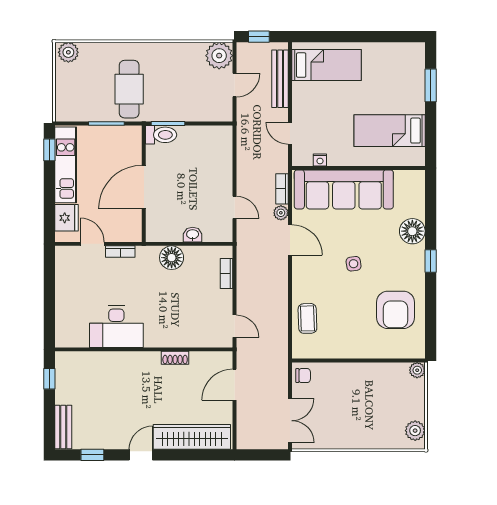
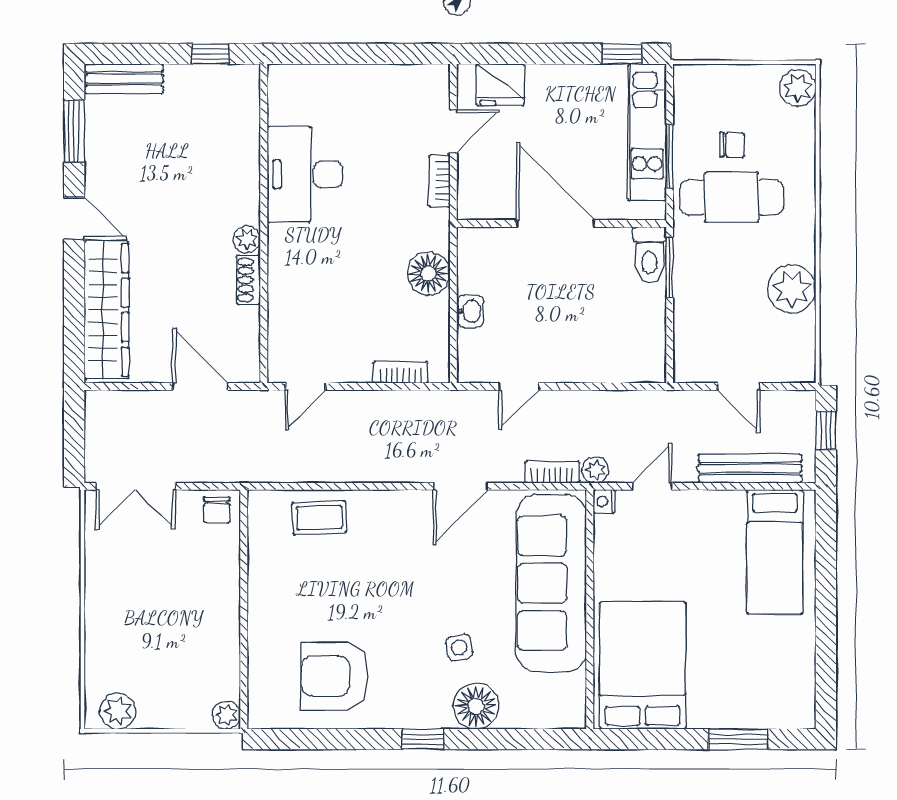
plant: (219, 56) -> (792, 289), moved
chair: (100, 89) -> (732, 145), added
bed: (390, 131) -> (643, 665), width x1.50
nightstand: (320, 160) -> (604, 501), moved
kitchen unit: (66, 165) -> (647, 132), moved, turned 90
plant: (281, 213) -> (595, 470), moved
side table: (354, 264) -> (459, 648), moved
plant: (152, 359) -> (247, 239), added
window: (92, 455) -> (74, 131), width x1.50

